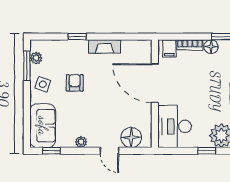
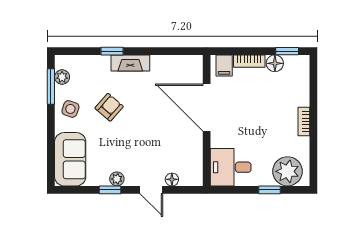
fireplace: (104, 46) -> (130, 63), moved
armchair: (75, 83) -> (109, 107), turned 41
desk: (175, 126) -> (231, 167), width x0.73
floor lamp: (131, 138) -> (172, 179), width x0.53, depth x0.53
window: (51, 151) -> (110, 190), moved

